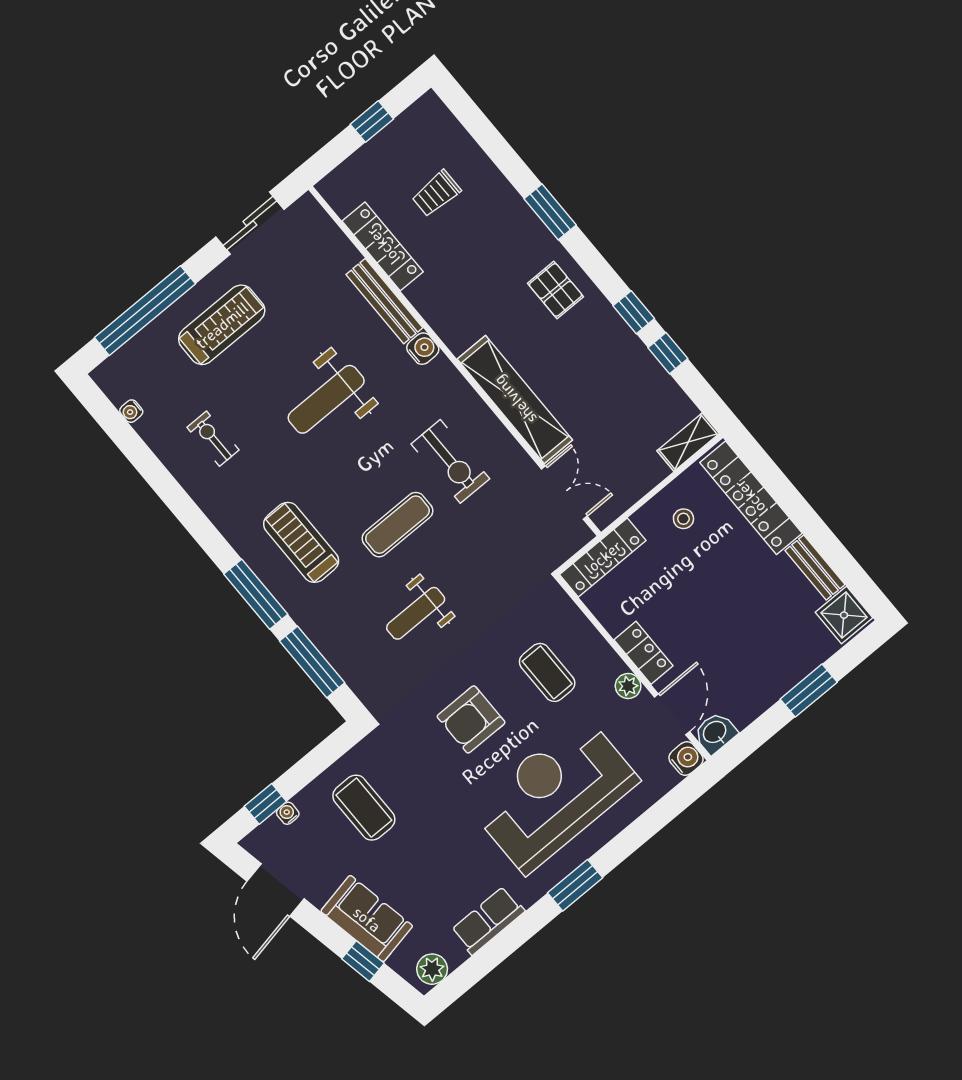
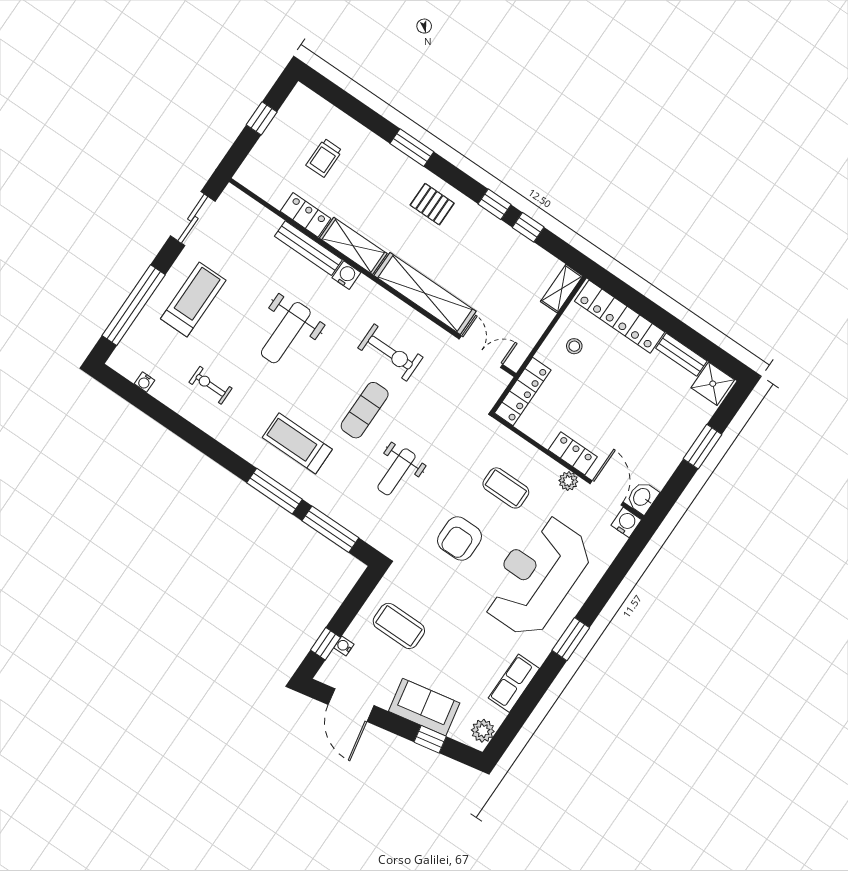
locker: (383, 246) -> (305, 215), width x0.66
shelving: (442, 314) -> (353, 246), added

